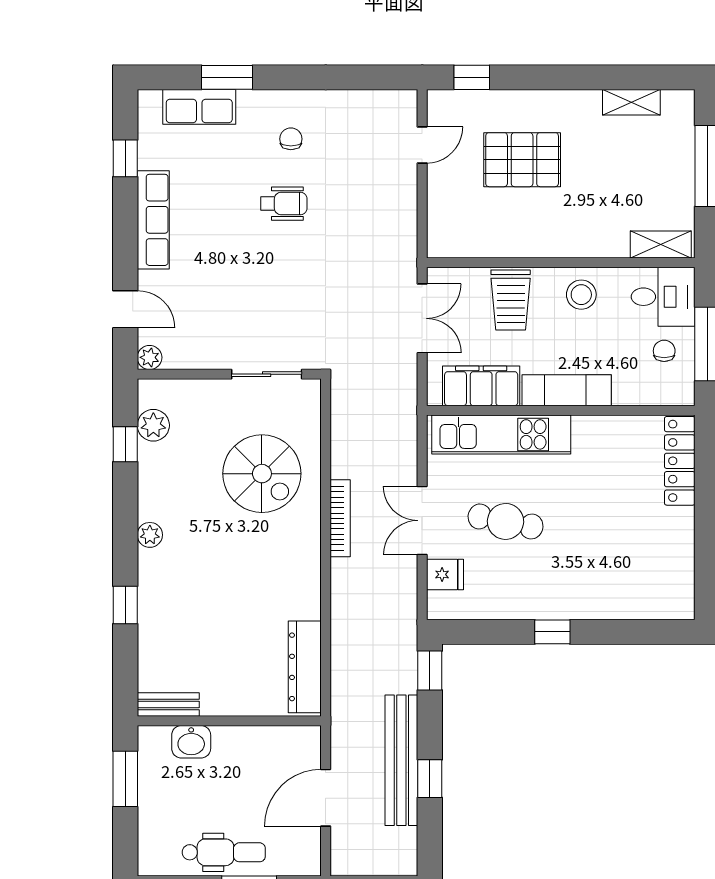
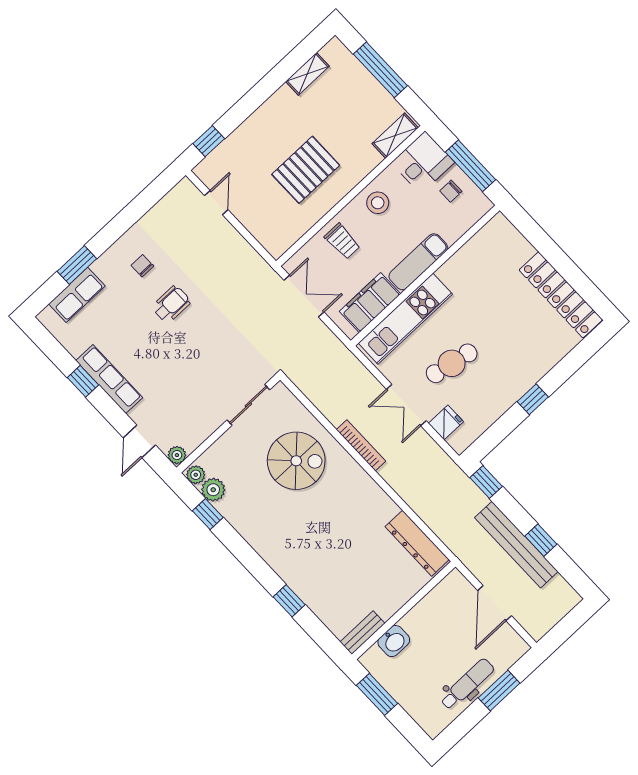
window: (125, 158) -> (83, 381), moved
pallet: (522, 160) -> (306, 170), moved
trolley: (511, 300) -> (342, 241), width x0.73, depth x0.72
door: (125, 309) -> (139, 441), swing flipped
chair: (664, 351) -> (451, 191), turned -90
locker: (680, 461) -> (561, 295), moved, width x1.41, depth x1.21
plant: (150, 535) -> (196, 475), moved

